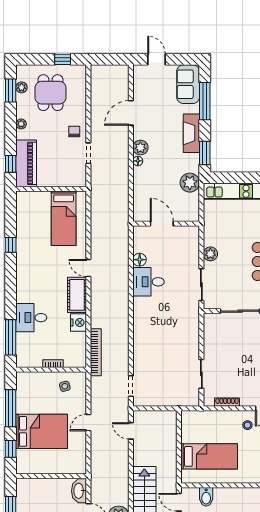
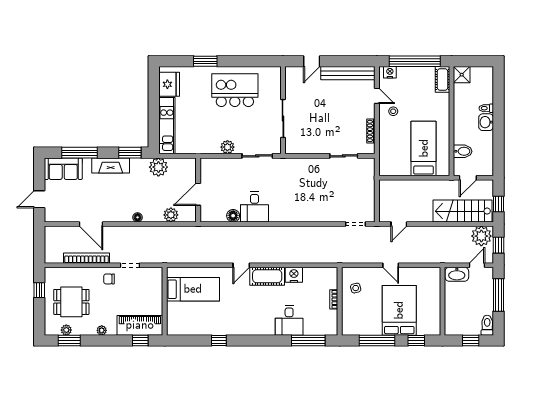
plant: (140, 148) -> (171, 215), moved
bookcase: (96, 352) -> (87, 258), moved

